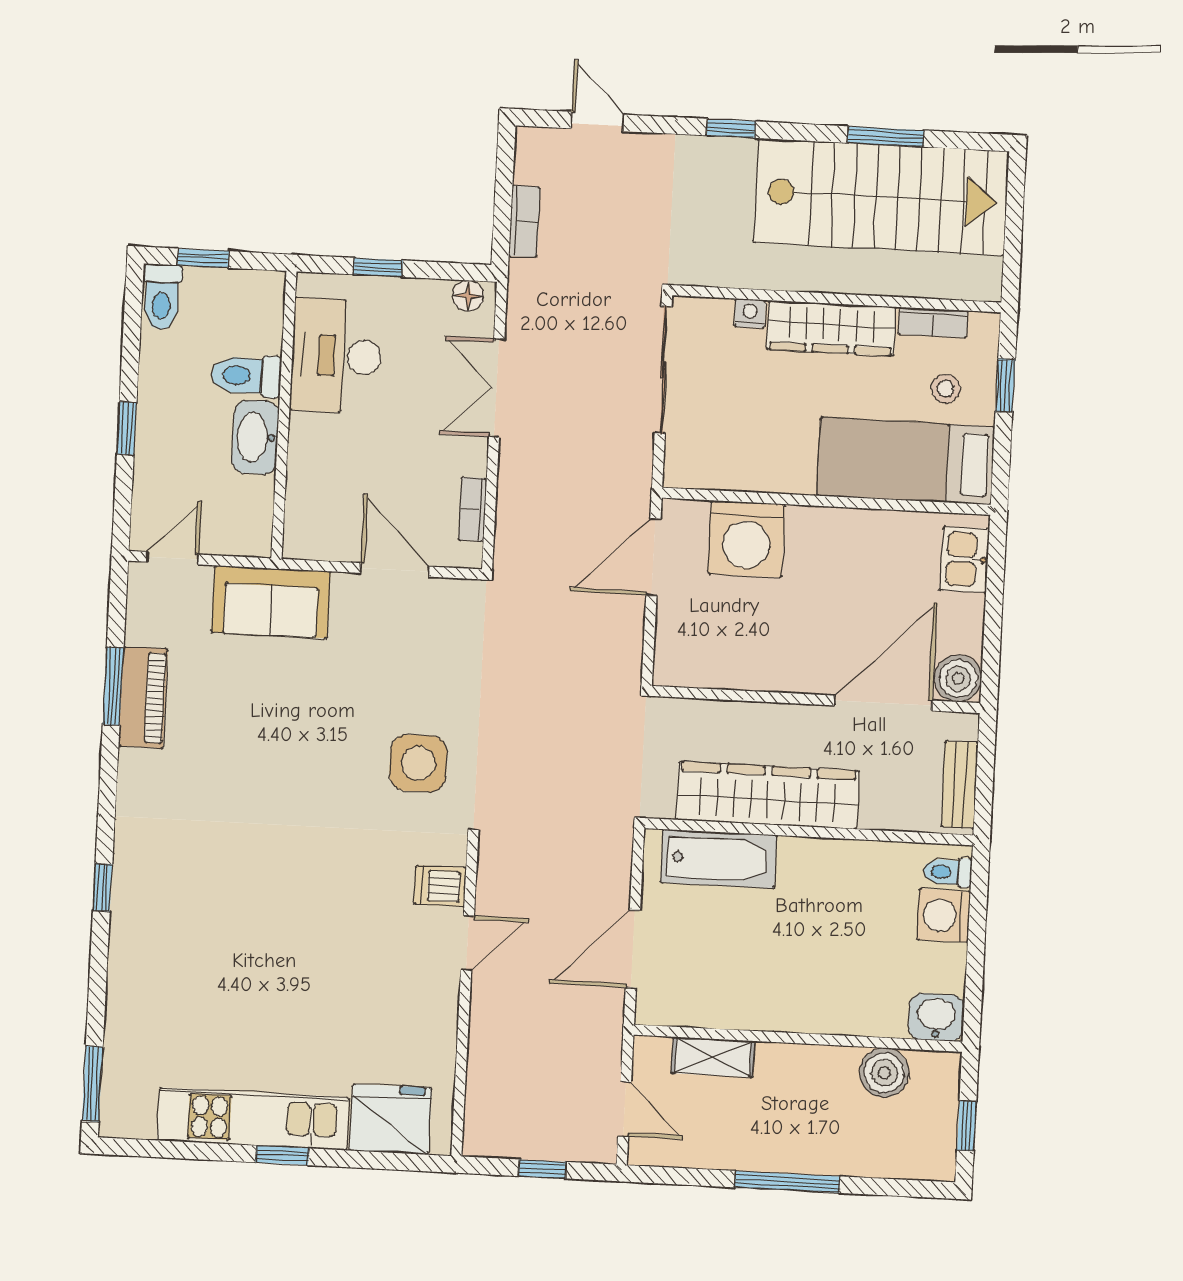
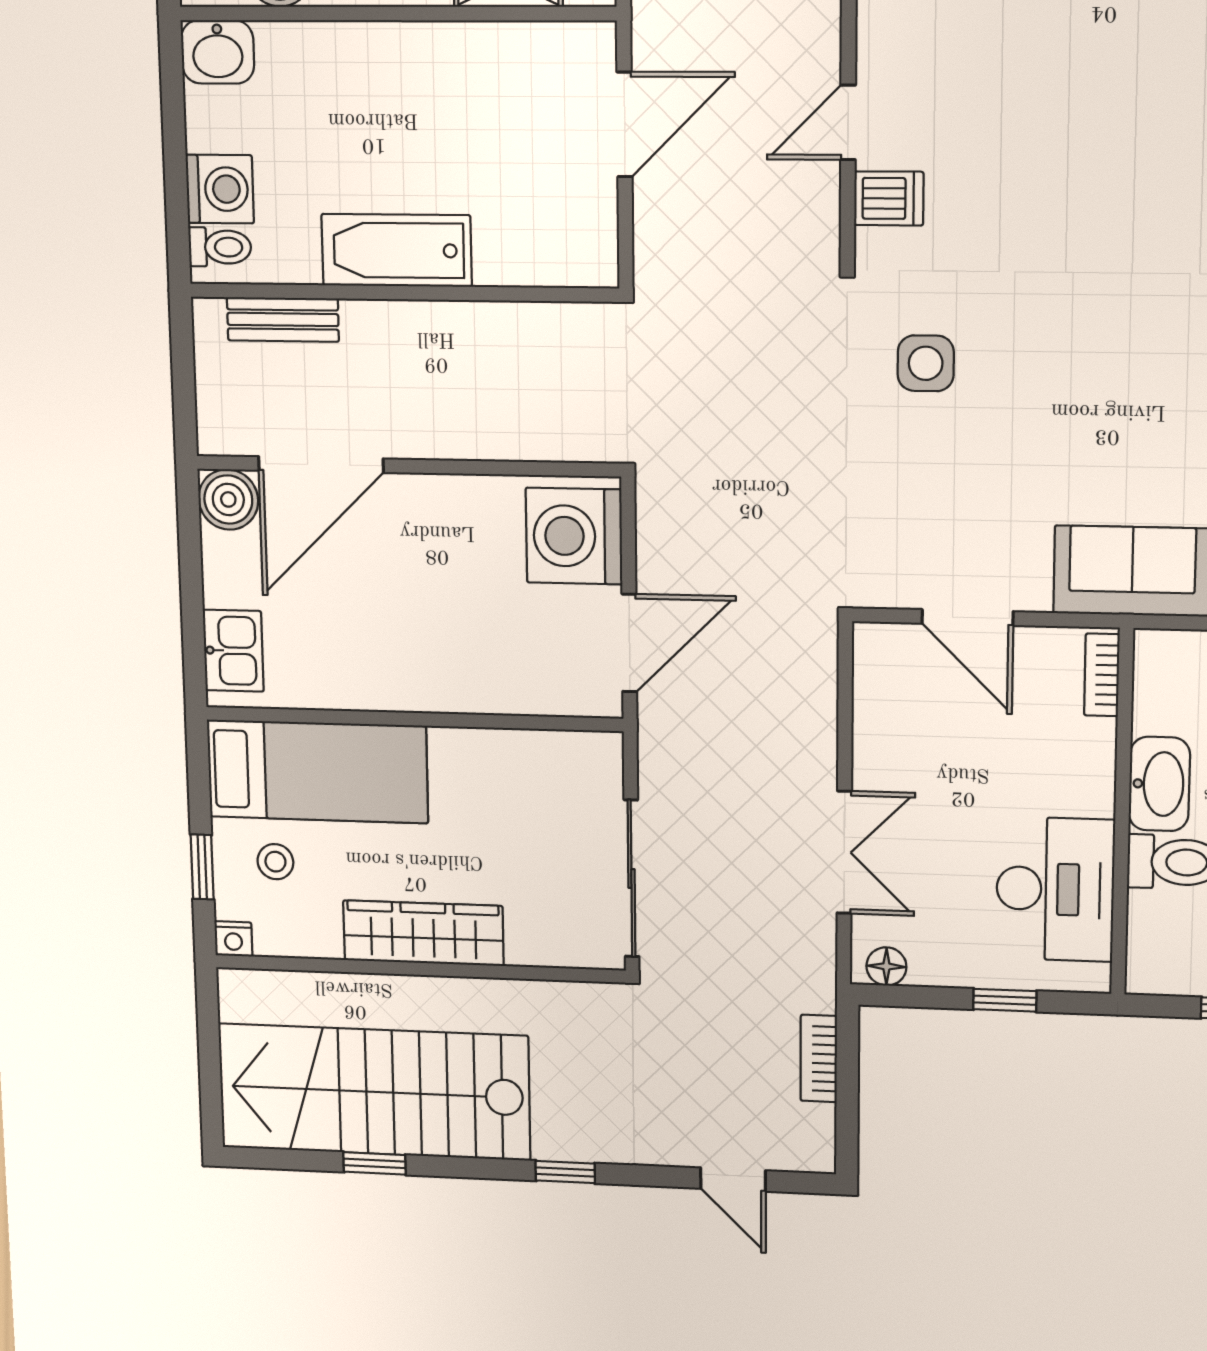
window: (886, 137) -> (374, 1163), width x0.67
nightstand: (750, 313) -> (233, 939), moved
bookcase: (933, 323) -> (298, 942), removed
bookcase: (473, 509) -> (1102, 675), moved, turned 180
washing machine: (746, 539) -> (574, 536), moved, turned -90
side table: (418, 763) -> (926, 363), width x0.73, depth x0.73
bench: (960, 785) -> (283, 319), moved, turned 90
wardrobe: (768, 795) -> (461, 339), removed
bathtub: (719, 859) -> (397, 250), moved

